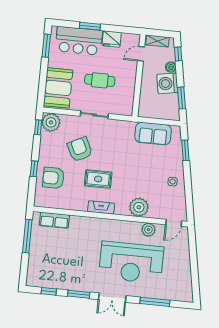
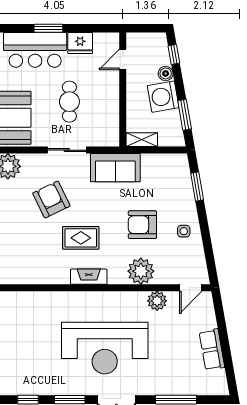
shelving: (157, 41) -> (142, 140), moved
cafe table: (100, 80) -> (69, 102), turned 90
sofa: (153, 134) -> (115, 168), moved
armchair: (53, 178) -> (142, 225), moved
row of seats: (54, 220) -> (212, 350), moved, turned 80
reception desk: (131, 262) -> (105, 348), moved

